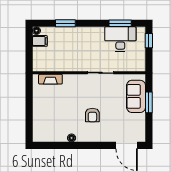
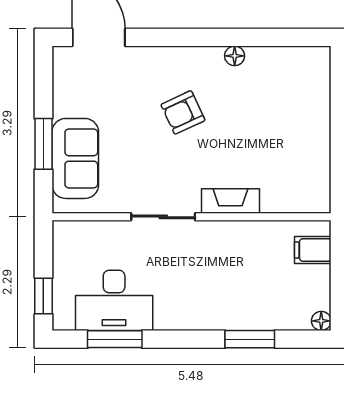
filing cabinet: (40, 41) -> (313, 250), moved
fireplace: (50, 79) -> (230, 201), moved
armchair: (92, 115) -> (183, 112), turned -115

